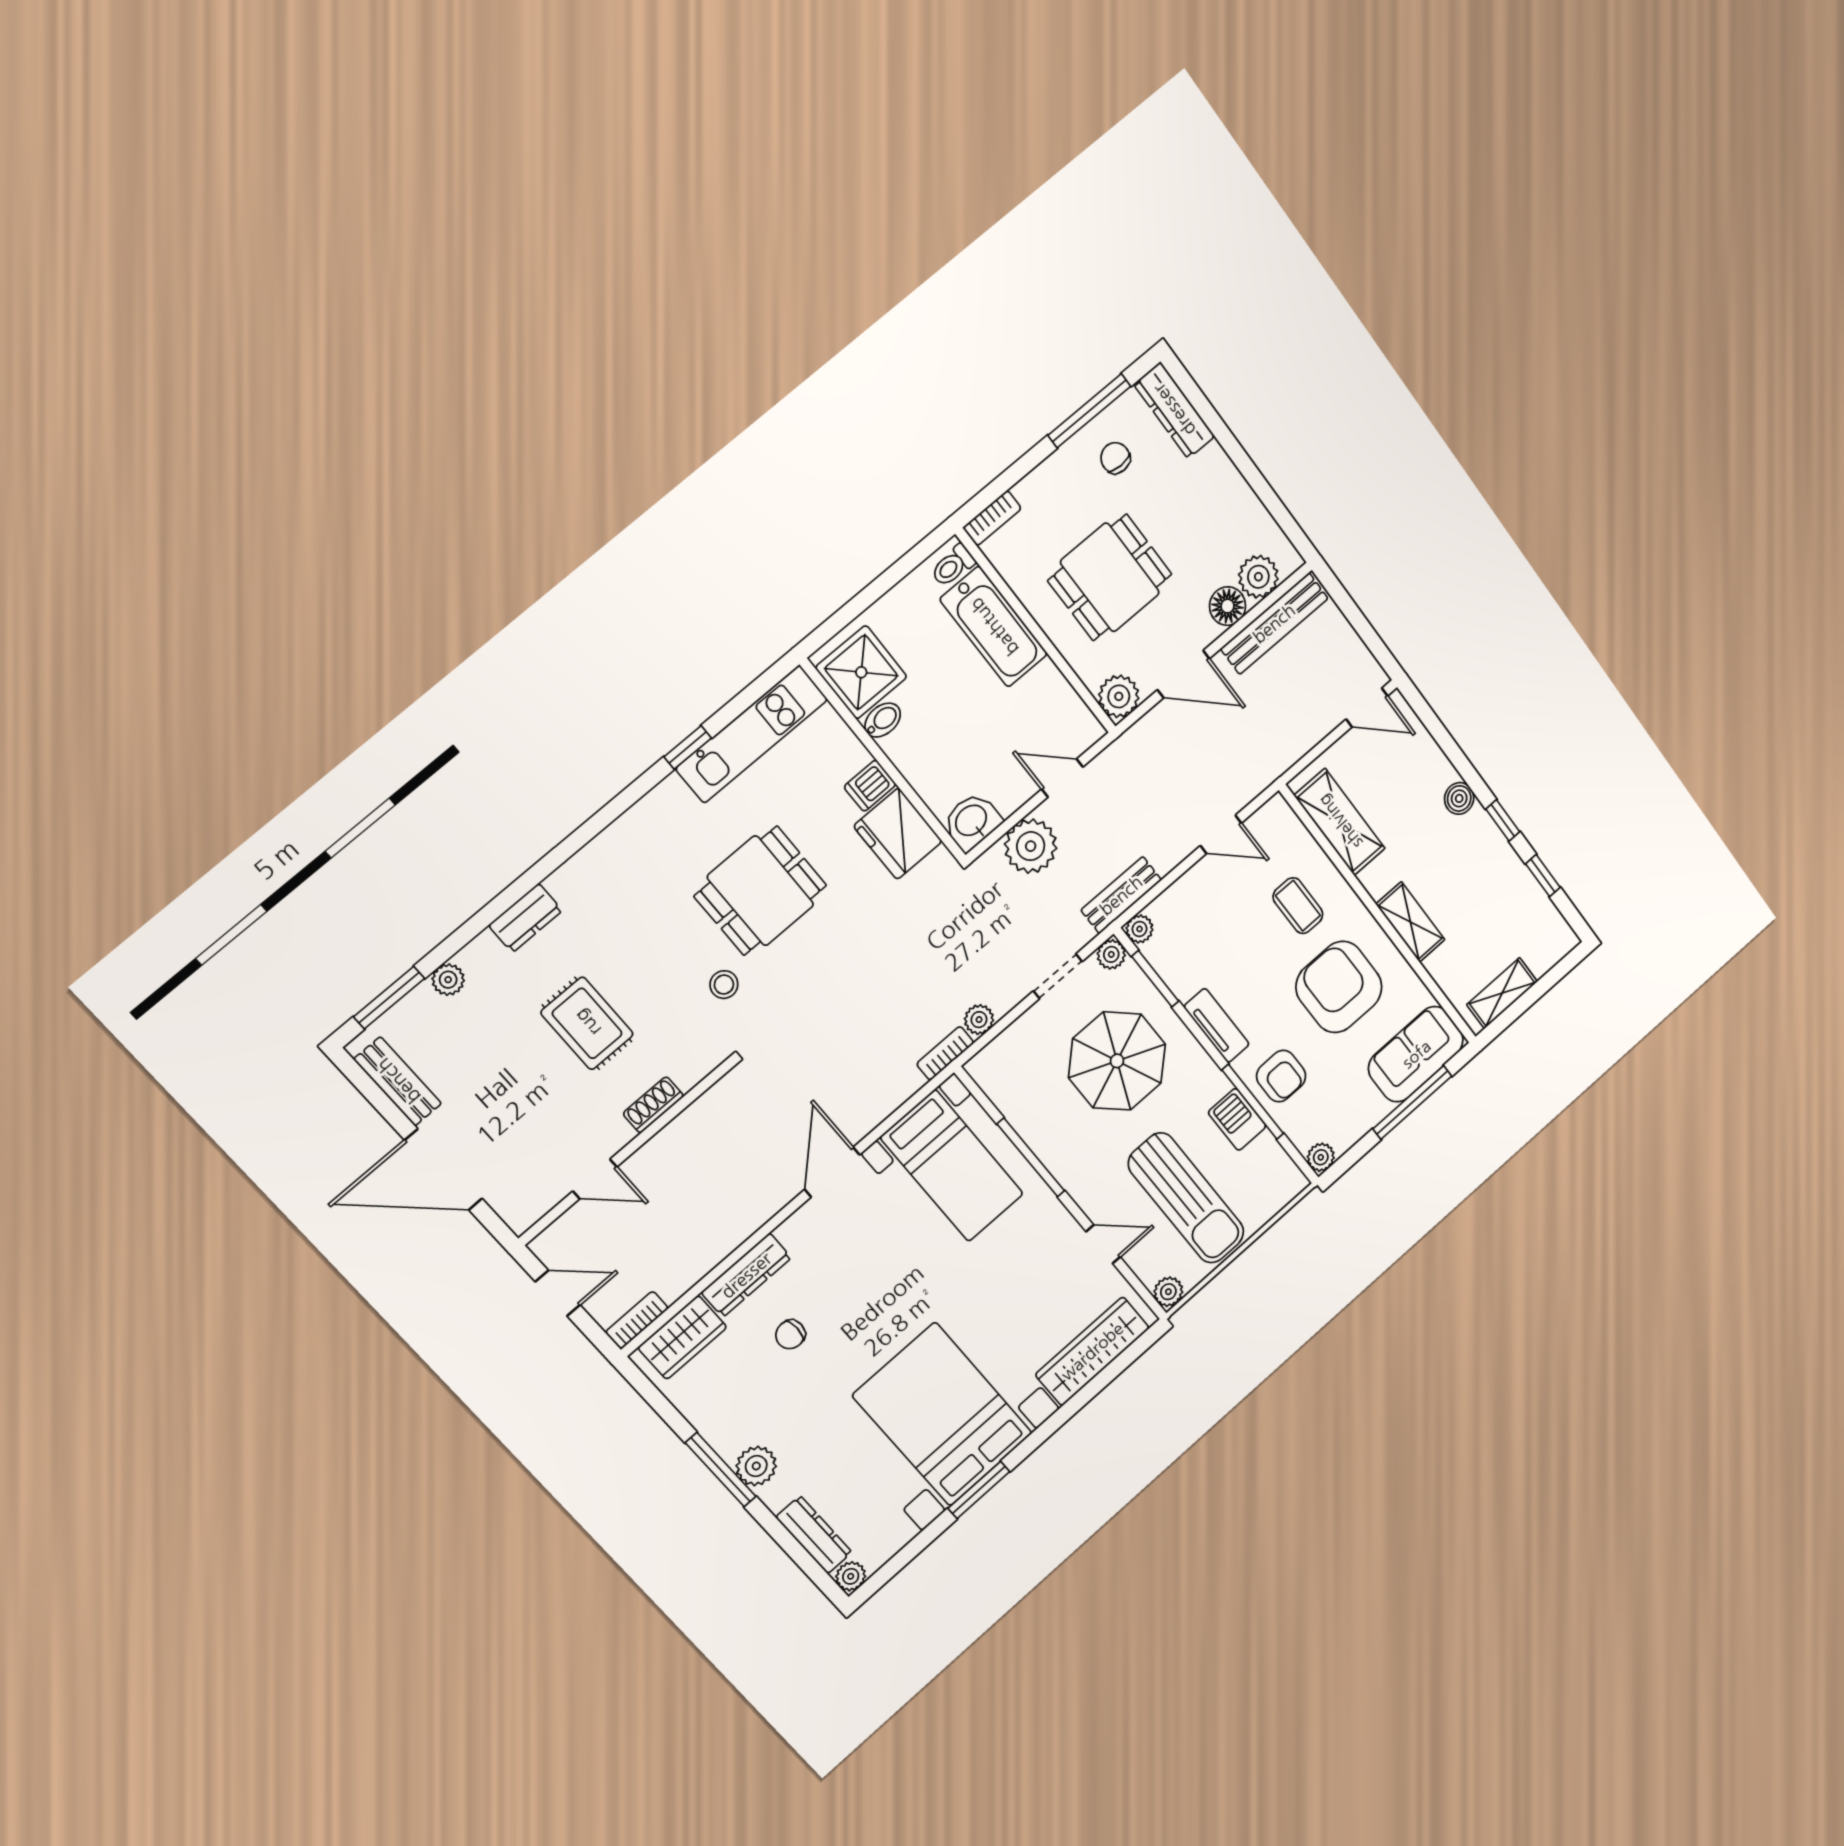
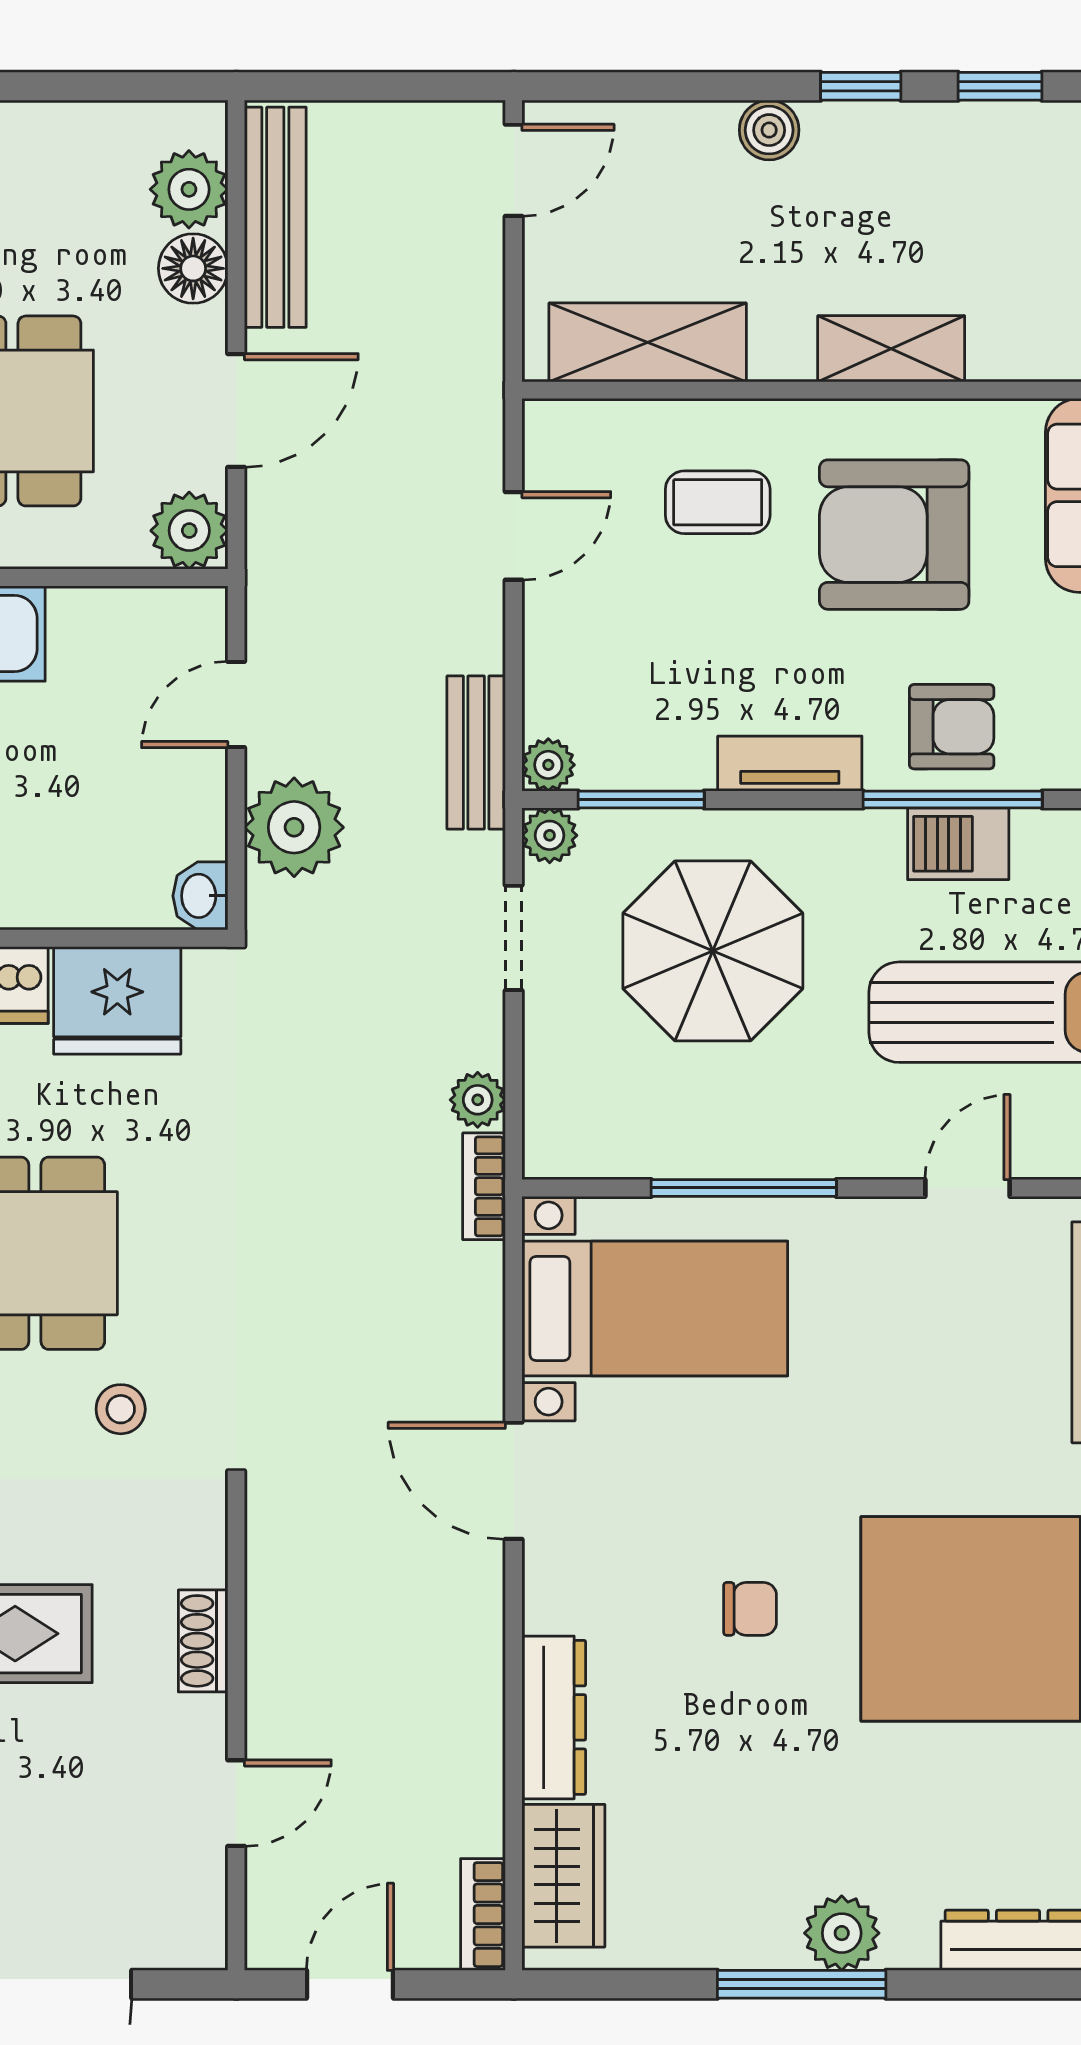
washbasin: (972, 821) -> (200, 896), width x0.72, depth x0.69
chair: (790, 1334) -> (750, 1609), moved, turned -90

